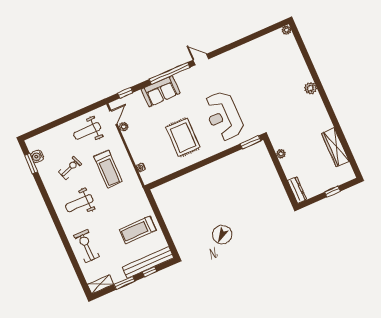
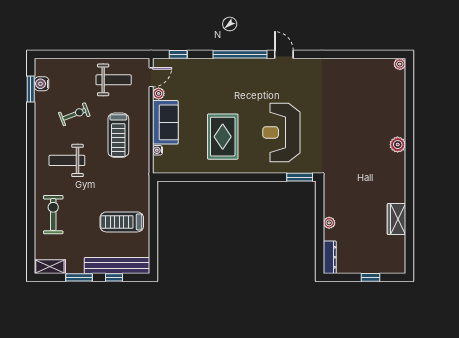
sofa: (161, 91) -> (165, 122), moved, turned -90
weight bench: (87, 131) -> (114, 80), turned 180
wardrobe: (335, 147) -> (397, 219), width x0.67
plant: (281, 154) -> (329, 223), moved

